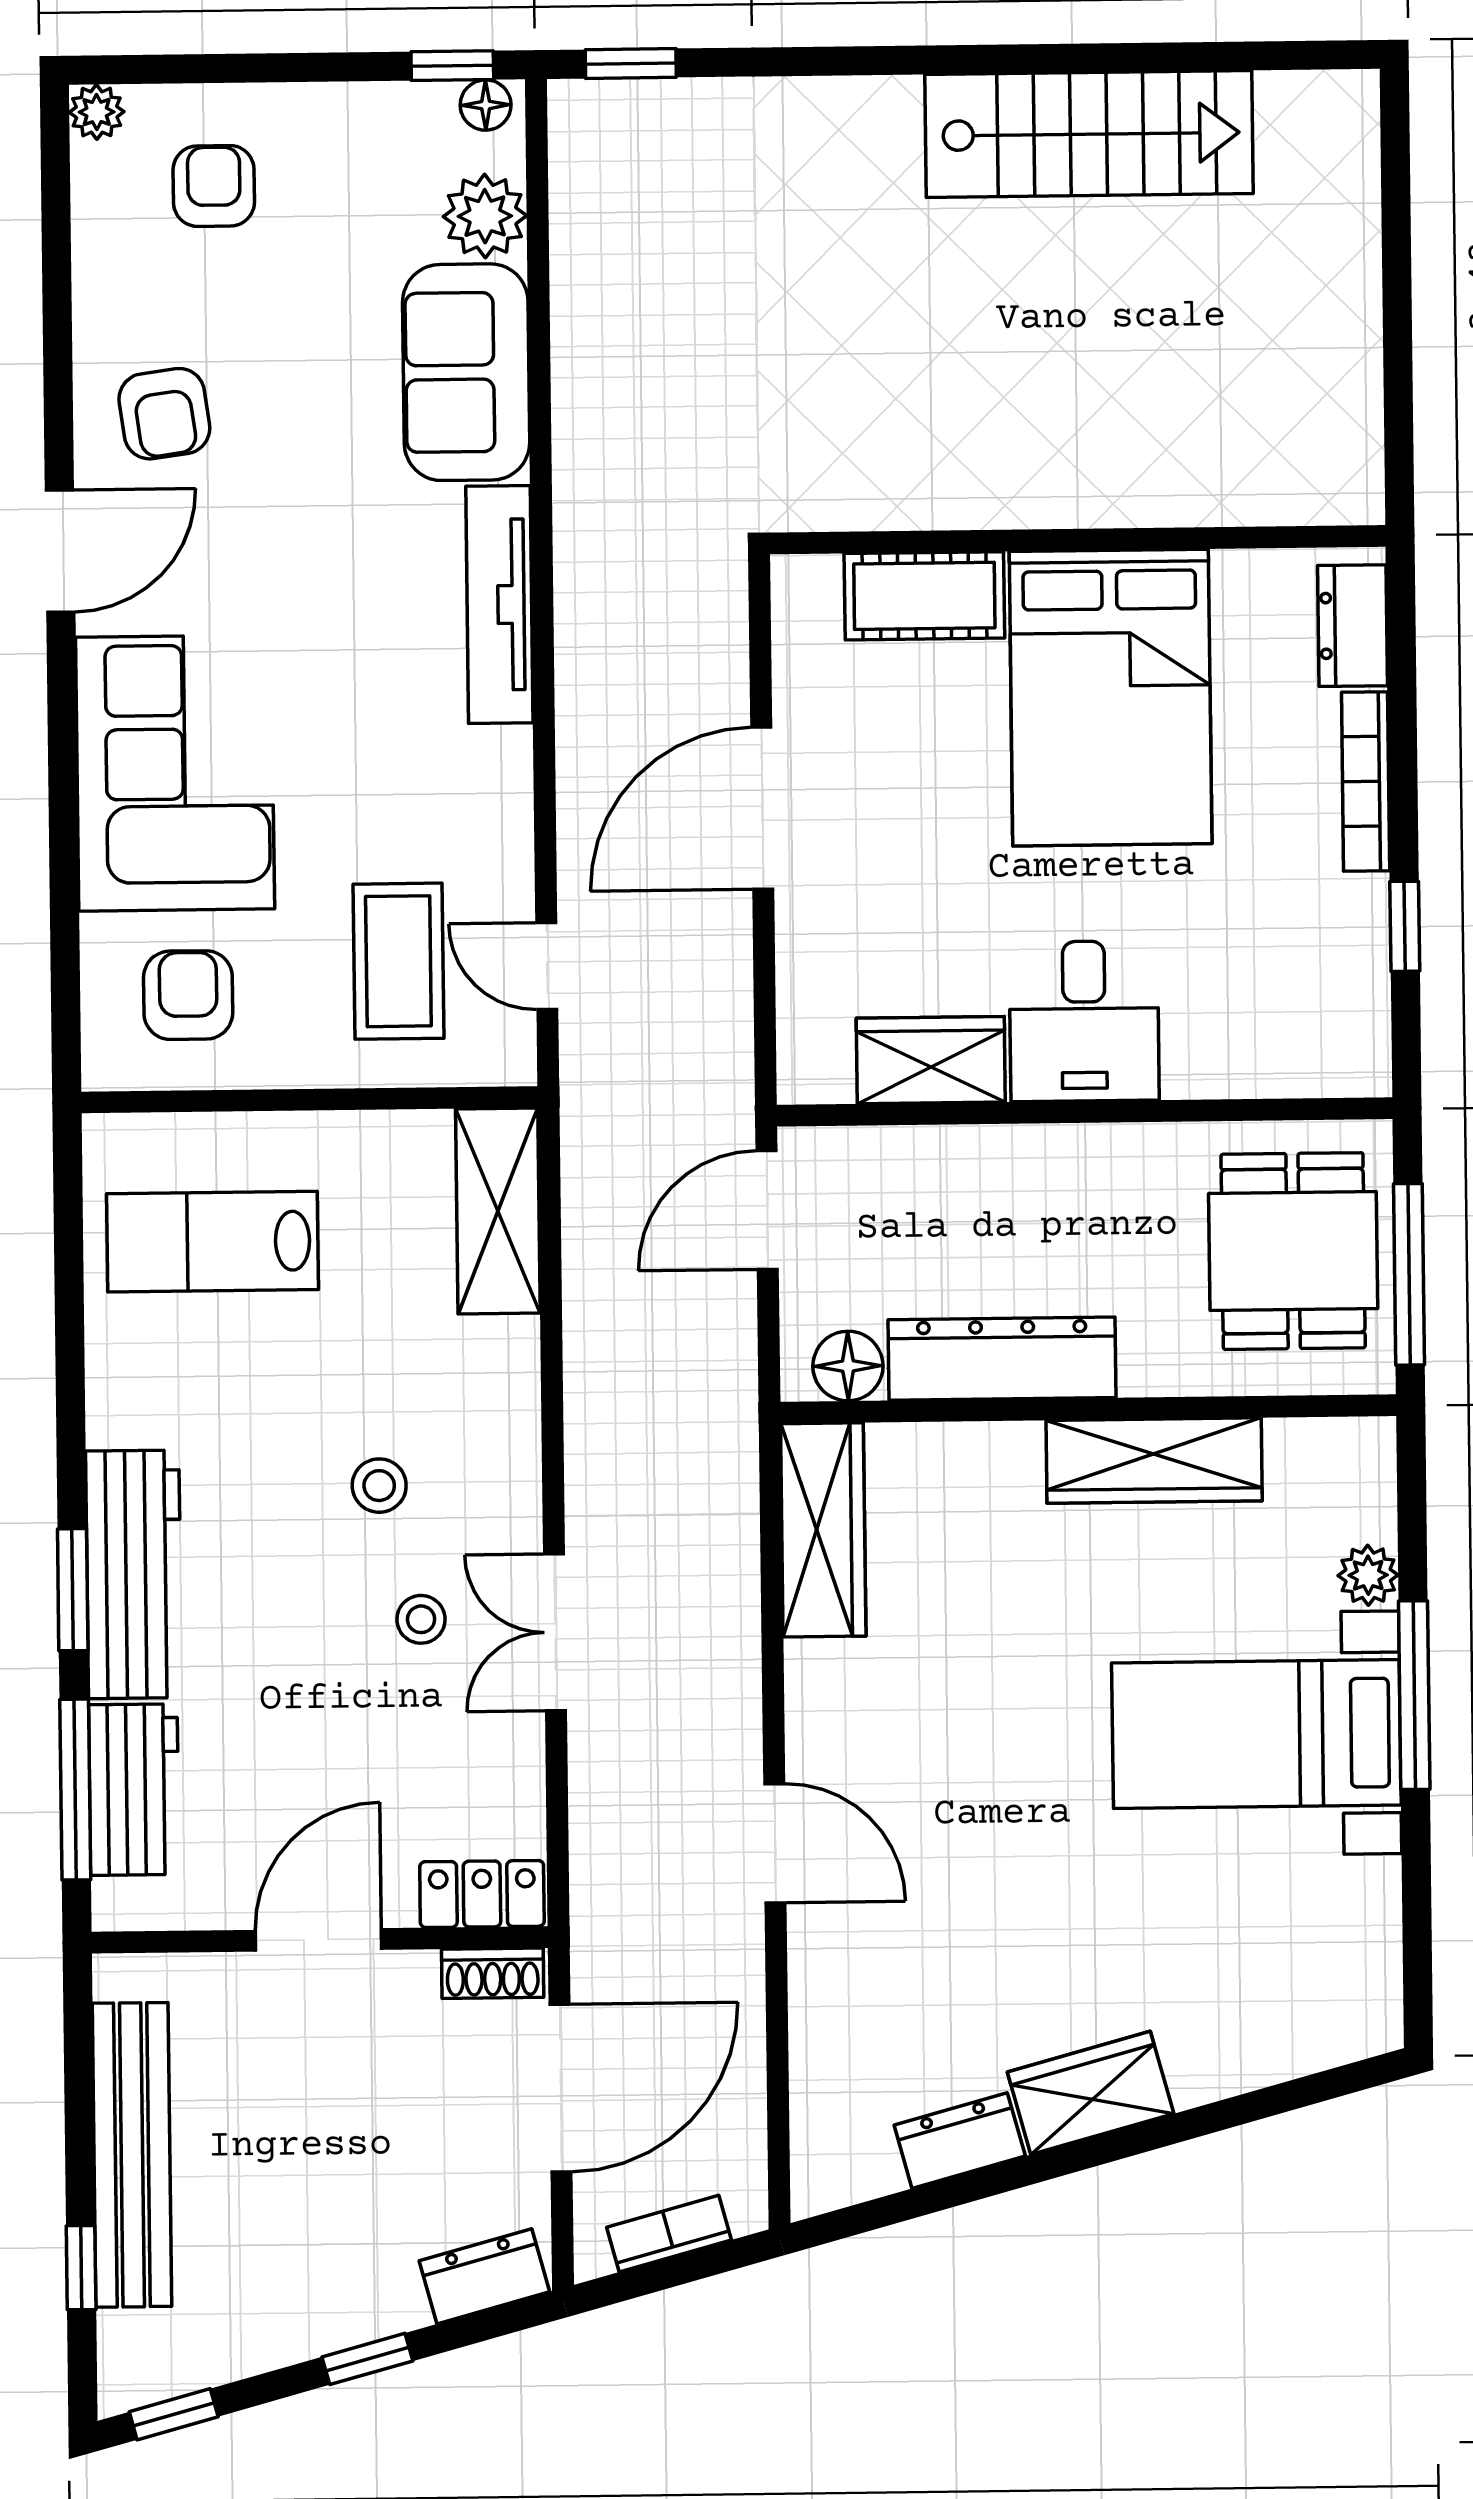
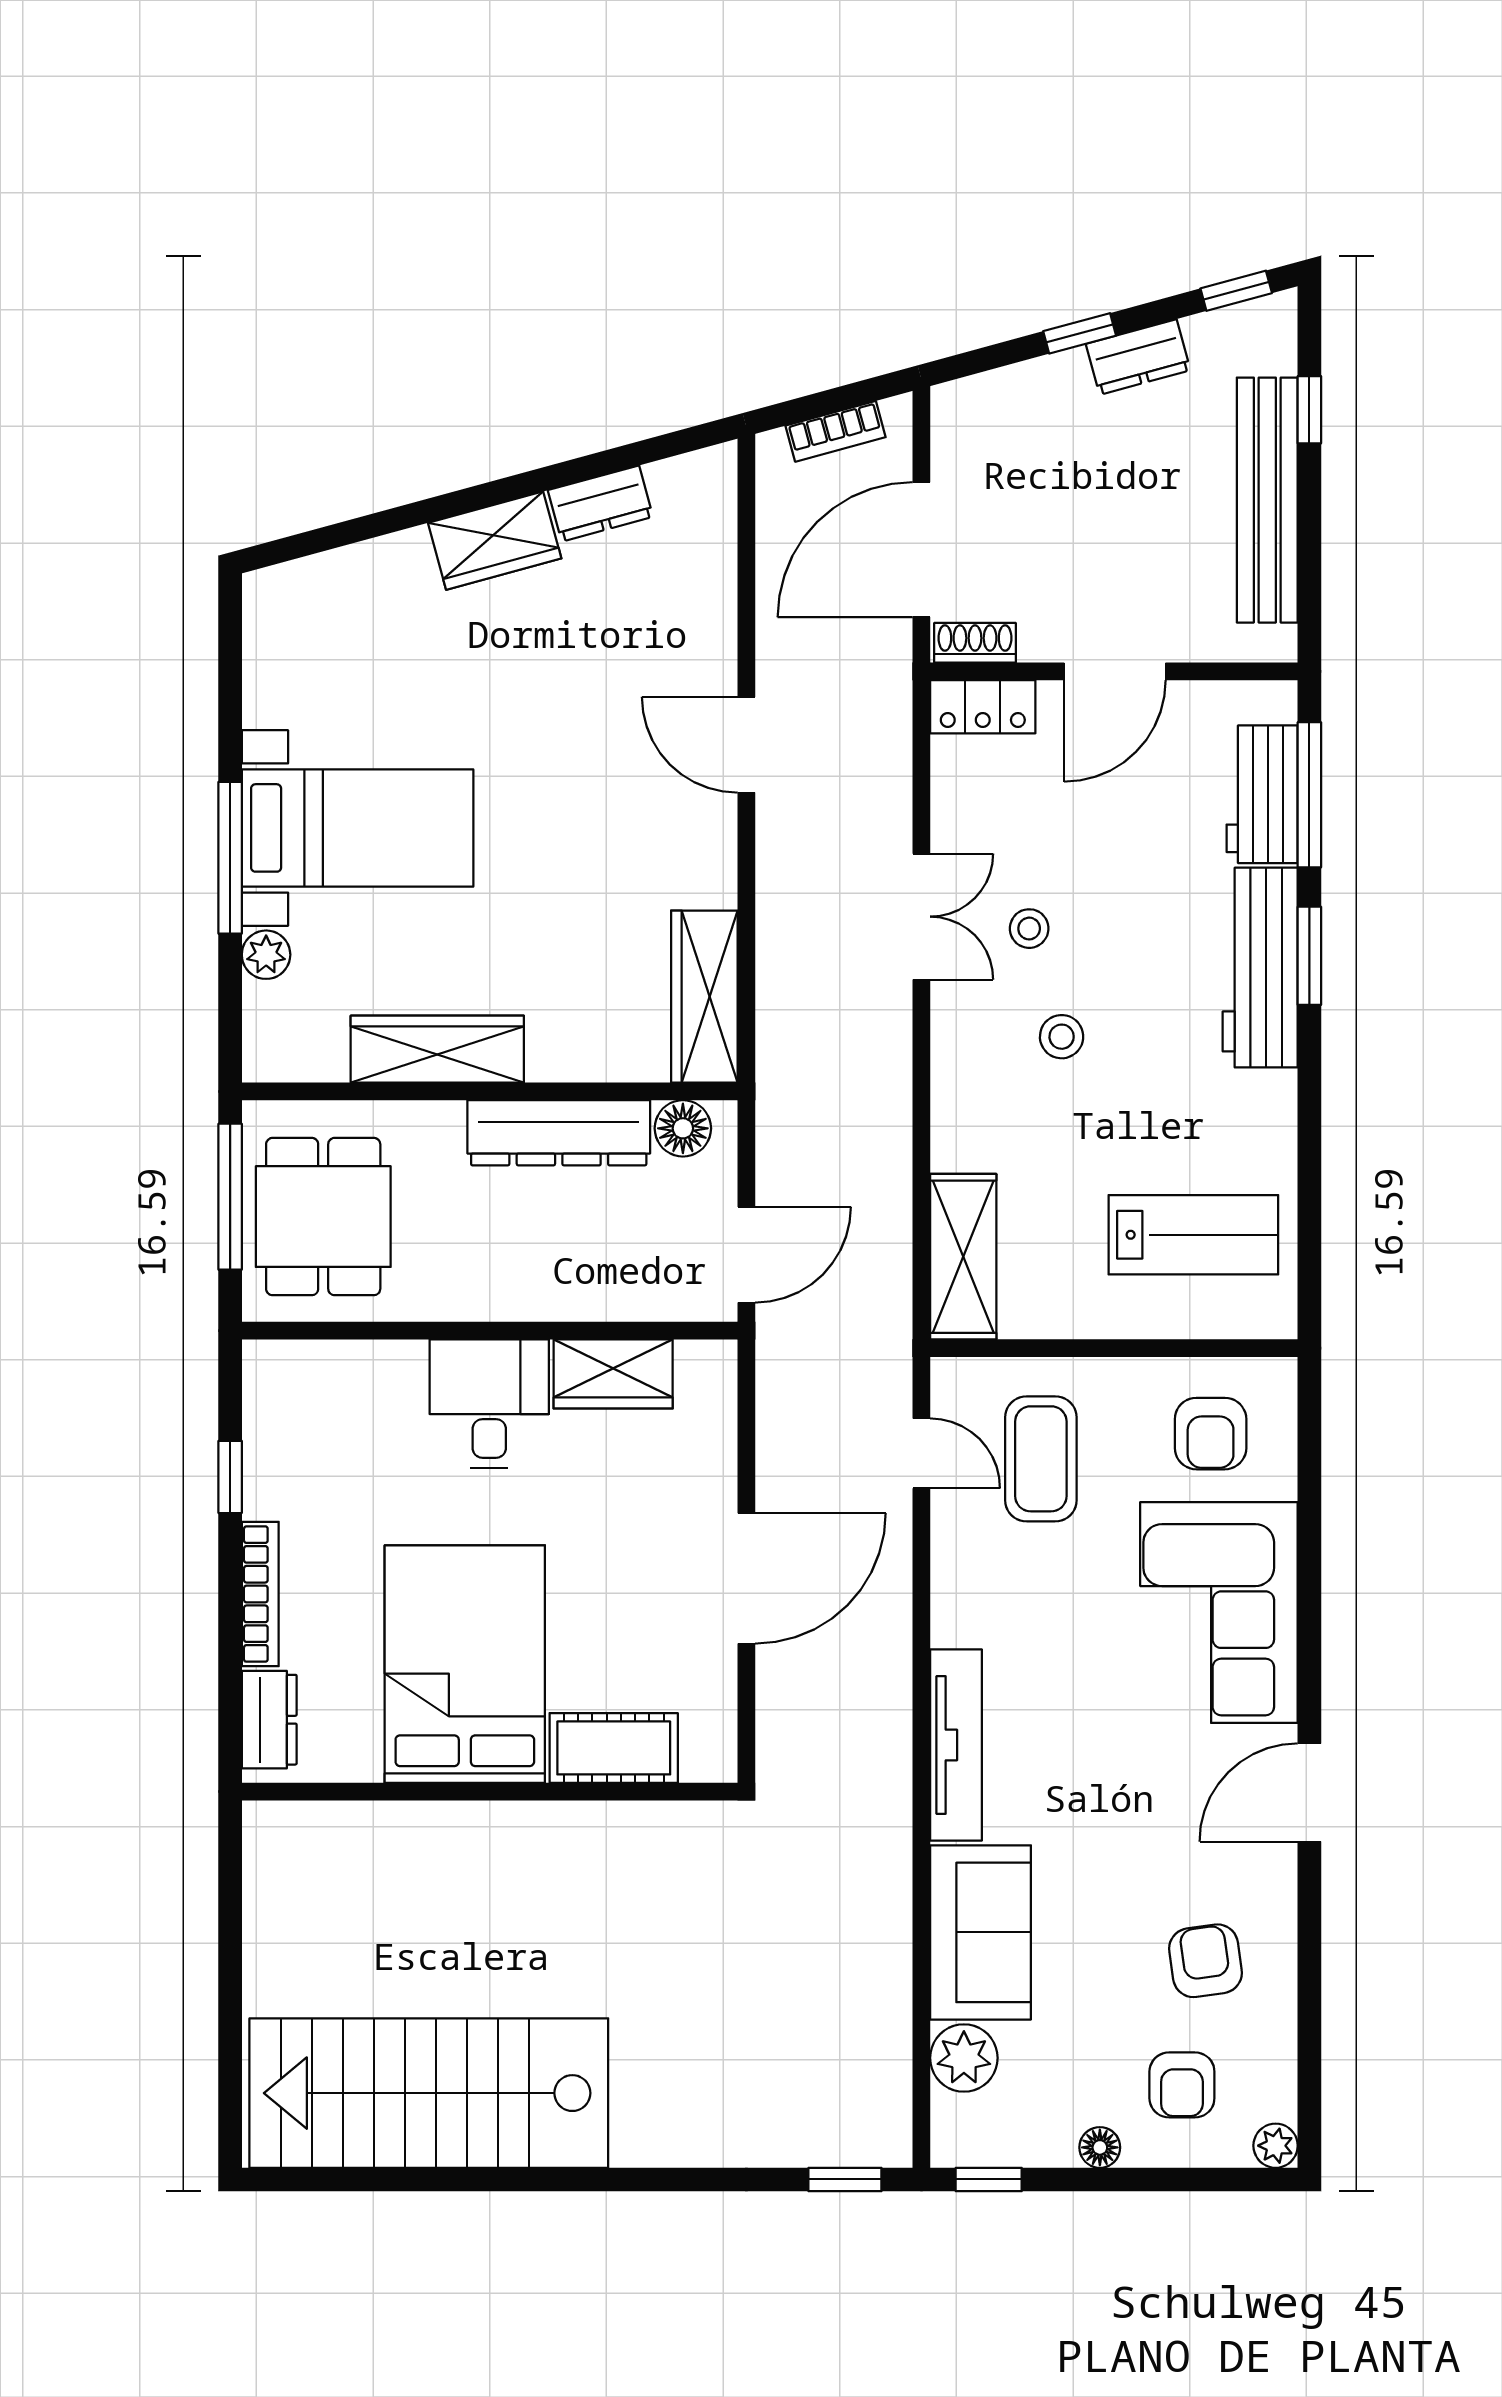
floor lamp: (486, 105) -> (1100, 2147), moved
stairs: (1089, 134) -> (429, 2093), width x1.36, depth x1.51
armchair: (164, 414) -> (1205, 1961), moved
dresser: (484, 2276) -> (1138, 357), moved

